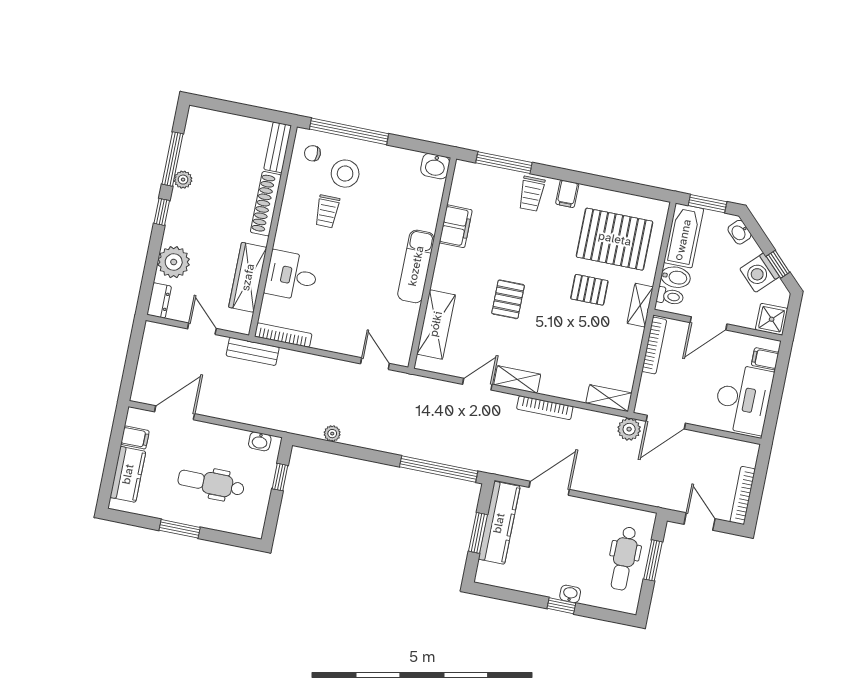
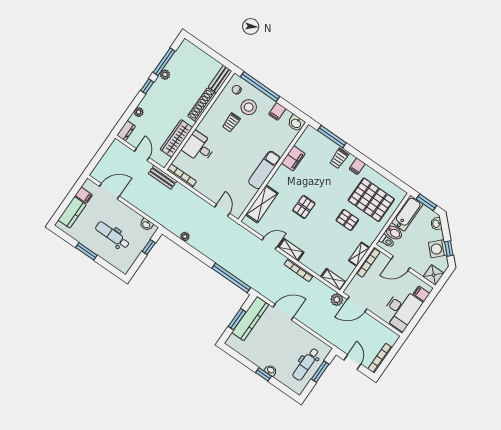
filing cabinet: (395, 160) -> (277, 111), added
plant: (174, 262) -> (139, 112), width x0.53, depth x0.53
shelving: (640, 305) -> (359, 254), moved

